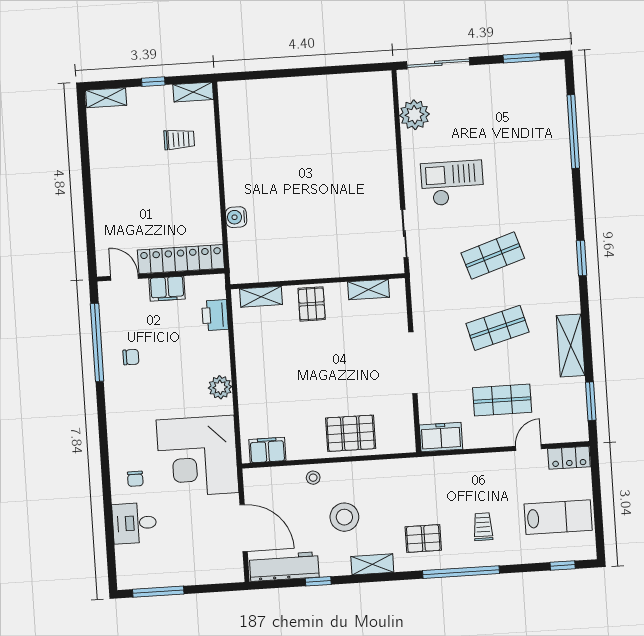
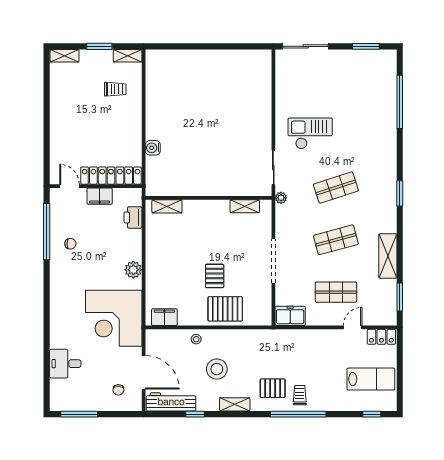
window: (153, 82) -> (99, 46), width x1.50
plant: (414, 115) -> (281, 198), moved, width x0.53, depth x0.53
pallet: (312, 304) -> (215, 276), moved
chair: (135, 479) -> (118, 390), moved
trolley: (483, 527) -> (300, 395), moved

